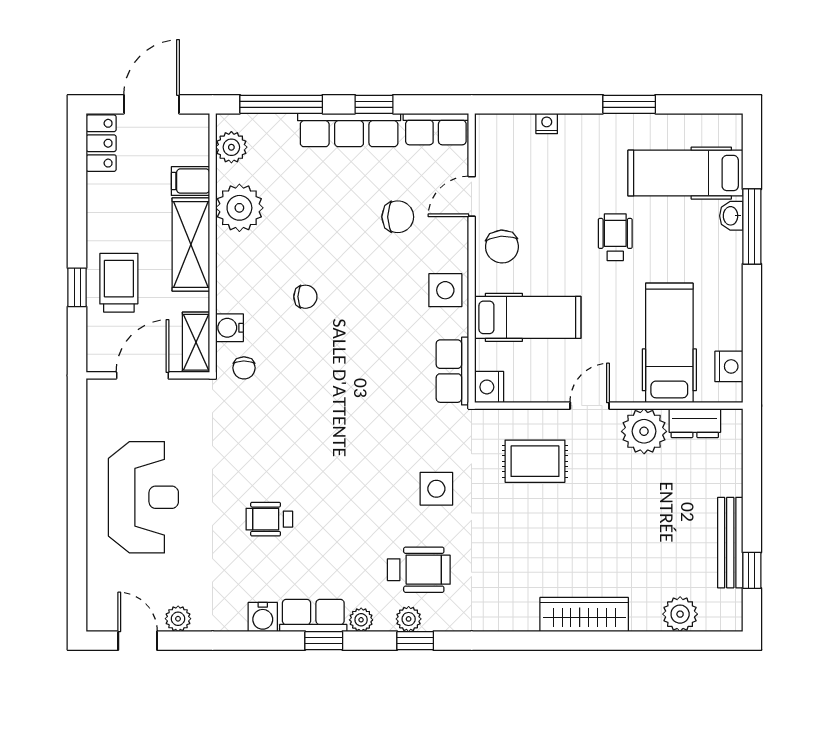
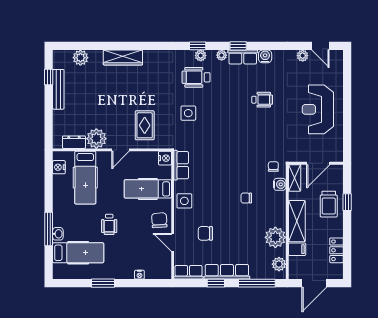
locker: (101, 143) -> (337, 250), moved
door: (472, 196) -> (173, 242), swing flipped
rug: (535, 461) -> (145, 125), turned 90

